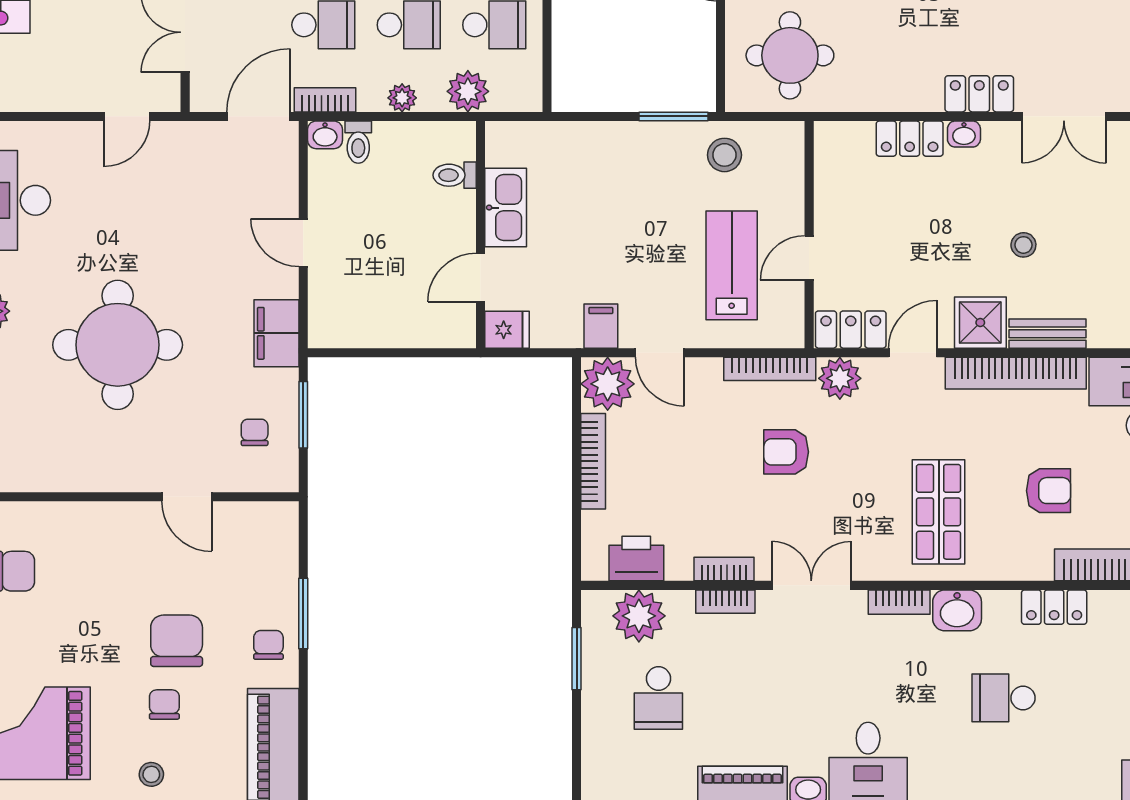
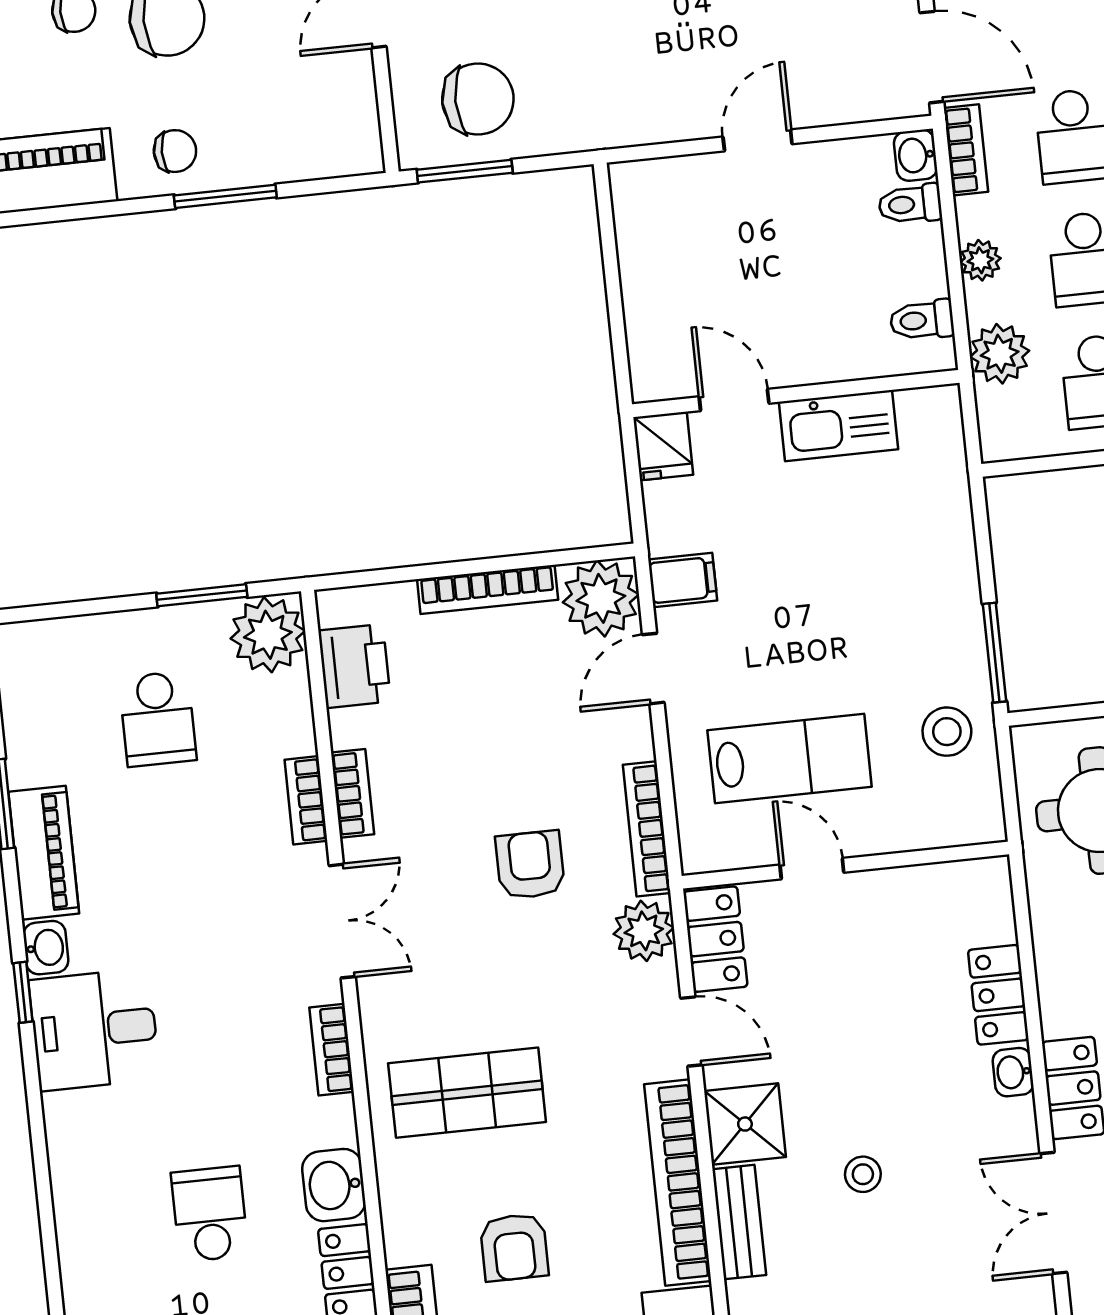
toilet: (455, 175) -> (922, 320), moved, turned -90
filing cabinet: (276, 333) -> (623, 116), removed
window: (303, 415) -> (465, 171), moved
chair: (255, 432) -> (478, 99), width x1.87, depth x1.87
washbasin: (957, 610) -> (334, 1185), moved
plant: (639, 616) -> (268, 635), moved
school desk: (658, 698) -> (158, 719), turned -90

